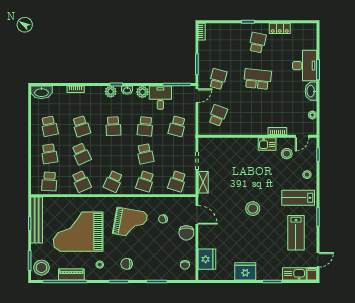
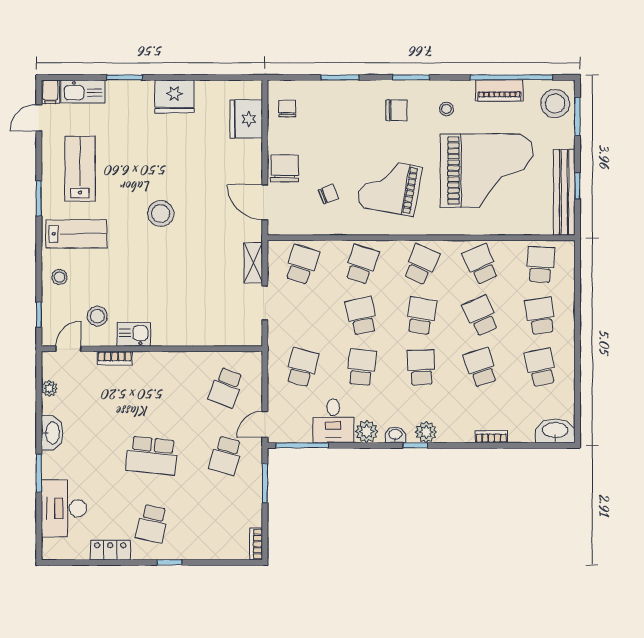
desk: (305, 66) -> (64, 508), moved
school desk: (113, 154) -> (421, 316), added

